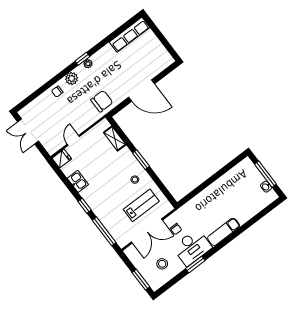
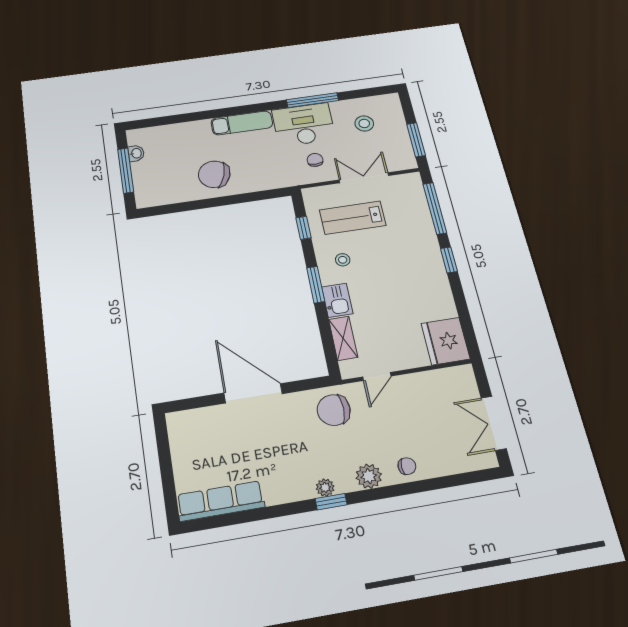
double door: (28, 132) -> (494, 423), swing flipped
door: (73, 140) -> (377, 376), moved
fridge: (62, 159) -> (446, 341), width x1.88, depth x1.34
kitchen sink: (78, 181) -> (337, 300), moved, turned 180
window: (162, 187) -> (304, 228), added
chair: (221, 195) -> (214, 174), added
double door: (147, 231) -> (364, 178), width x0.73
window: (195, 265) -> (313, 100), width x1.44
window: (141, 280) -> (416, 140), moved

